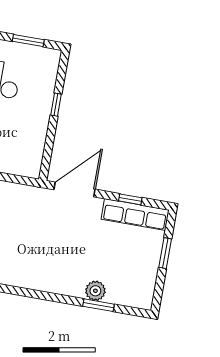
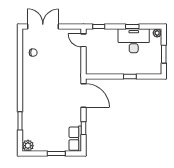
row of seats: (135, 215) -> (75, 139), width x0.68
plant: (95, 291) -> (28, 146), moved

